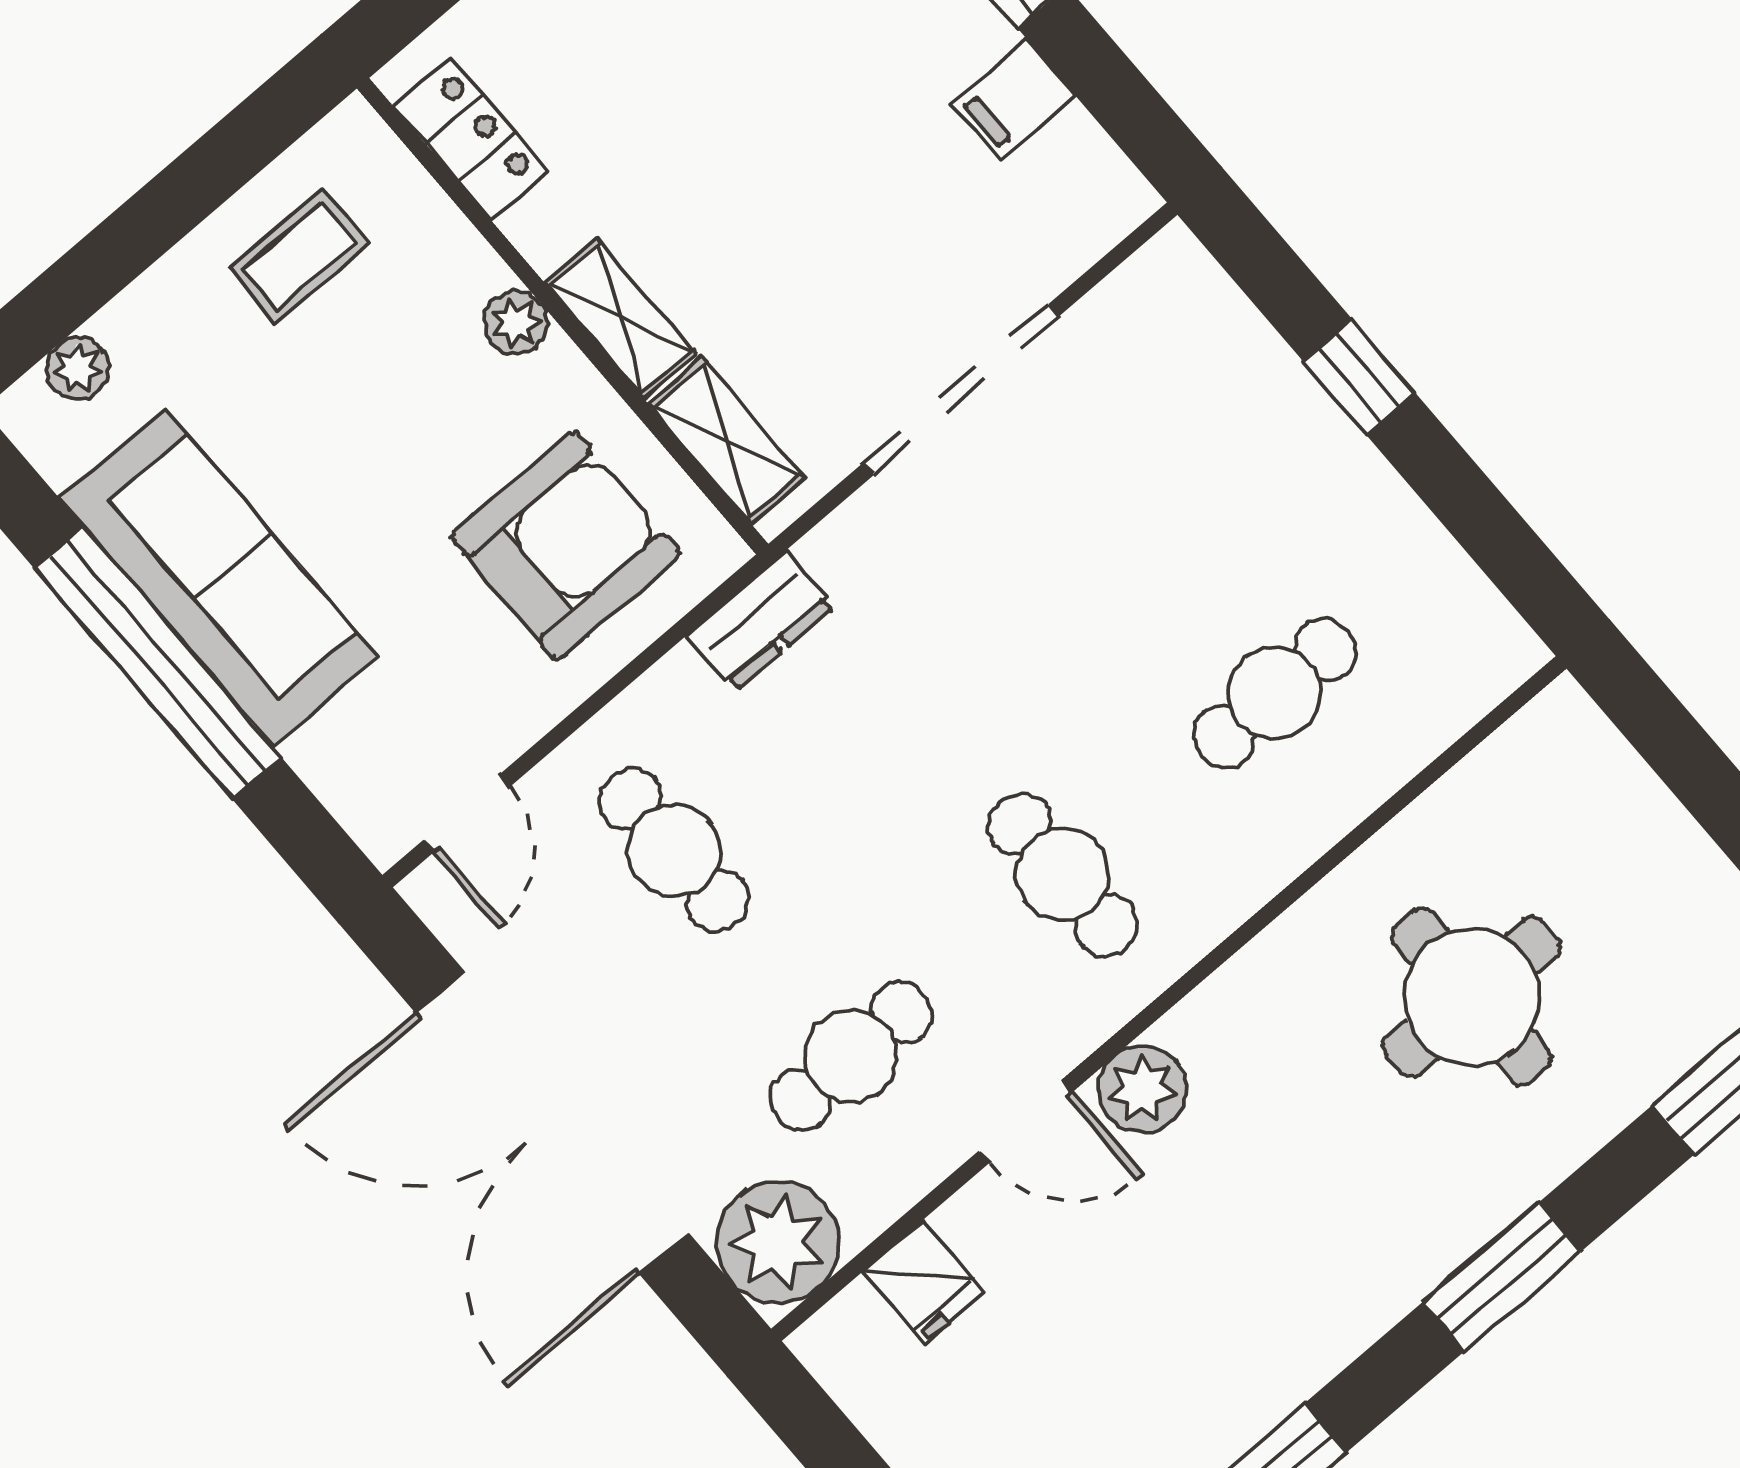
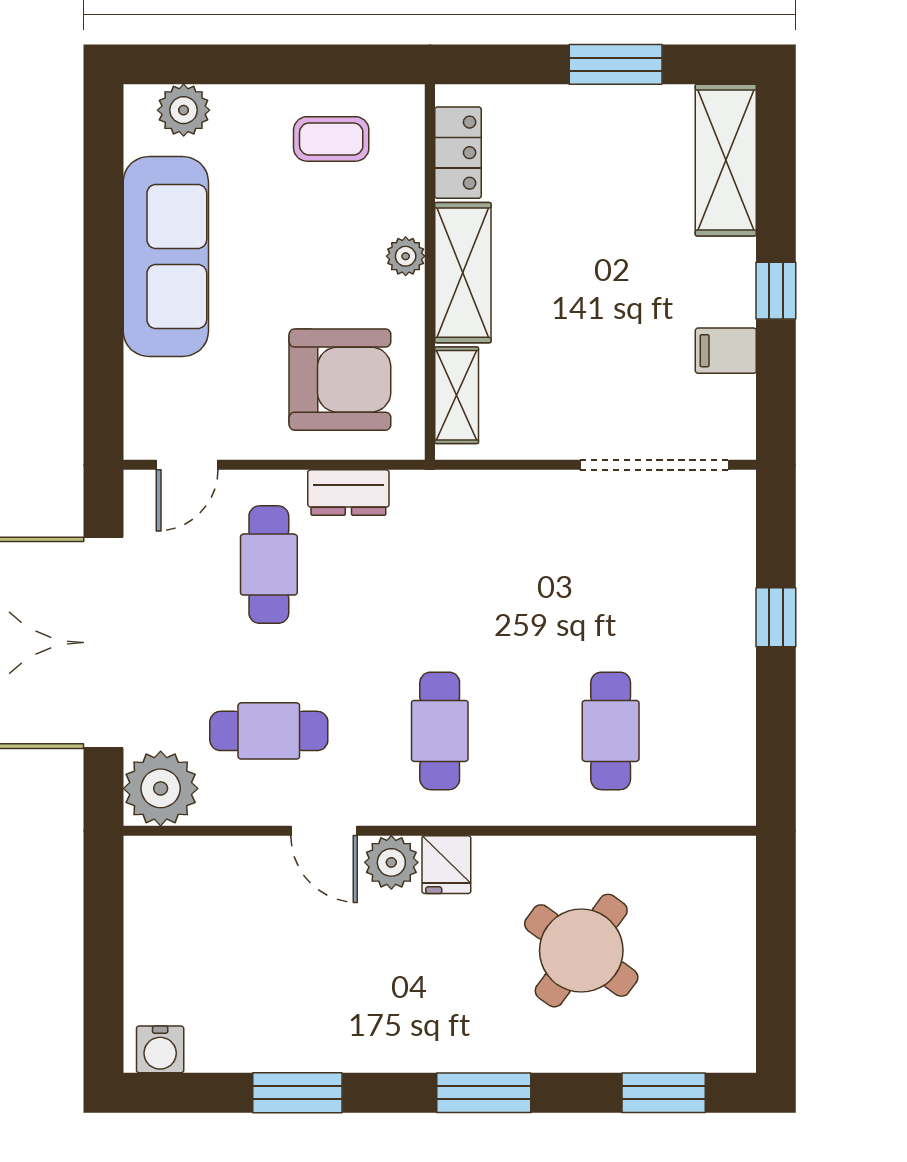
shelving: (621, 318) -> (463, 273), width x1.50, depth x1.33
plant: (78, 369) -> (184, 110), width x1.38, depth x1.38
doorway: (961, 389) -> (655, 465), moved
dresser: (761, 621) -> (348, 493), moved
window: (158, 663) -> (103, 272), removed
cafe table: (1275, 693) -> (611, 731), turned 90
round table: (1472, 997) -> (581, 951), turned 36
fridge: (924, 1282) -> (446, 865), moved

